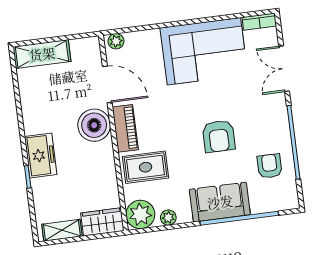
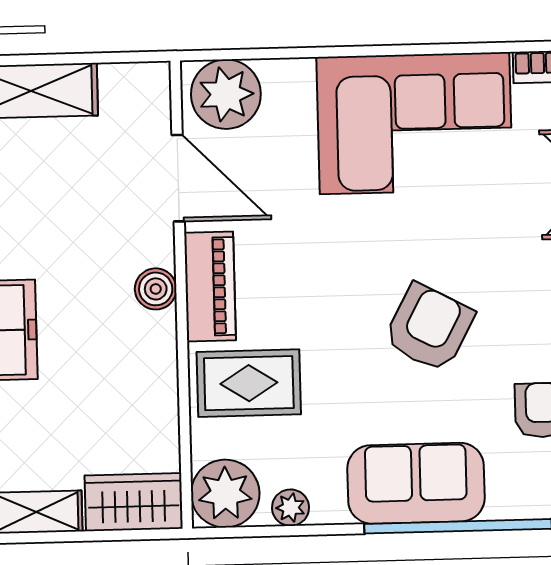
plant: (116, 41) -> (226, 94), width x1.87, depth x1.87
boiler: (94, 125) -> (156, 289), width x0.54, depth x0.54
armchair: (219, 136) -> (429, 328), turned -152

